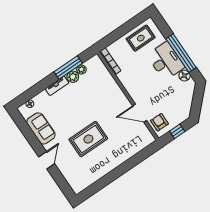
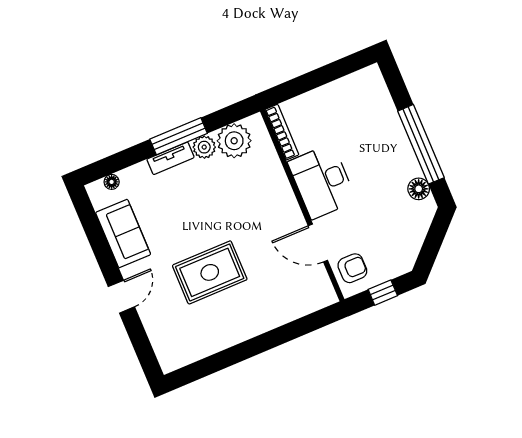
rug: (141, 38) -> (350, 100), removed
desk: (166, 61) -> (322, 181), moved, turned 180
window: (68, 68) -> (179, 136), moved
plant: (81, 69) -> (234, 141), width x1.88, depth x1.88
armchair: (159, 122) -> (352, 268), turned 90

